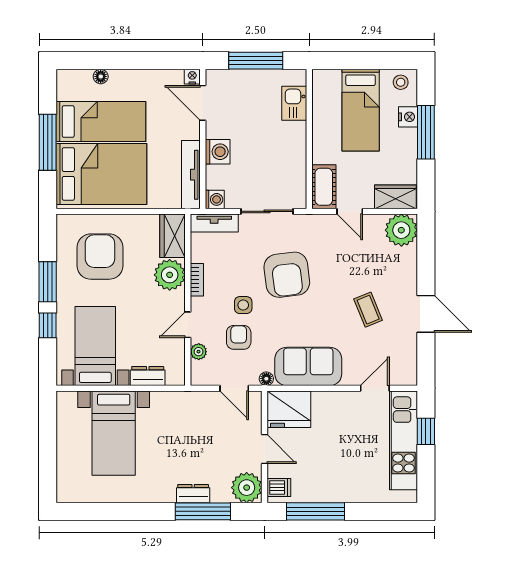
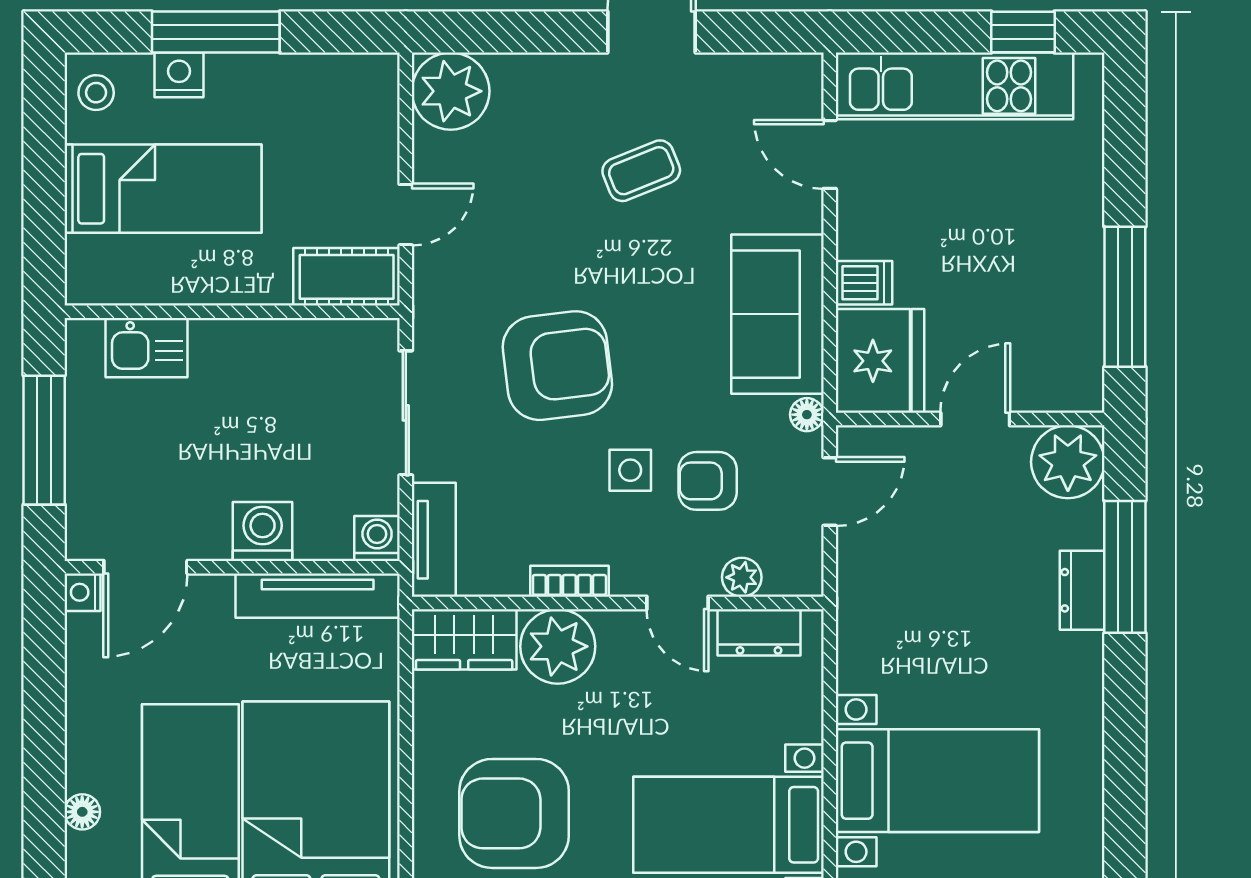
wardrobe: (395, 197) -> (371, 106), removed
dresser: (148, 376) -> (759, 632), moved, turned -90
window: (426, 431) -> (1023, 32), moved
dishwasher: (279, 487) -> (864, 283), moved, turned 90

